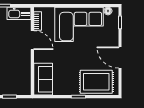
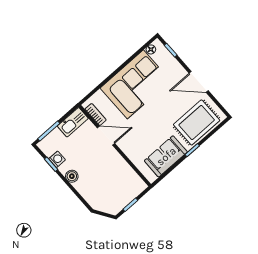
sofa: (43, 79) -> (166, 156), moved, turned -90

